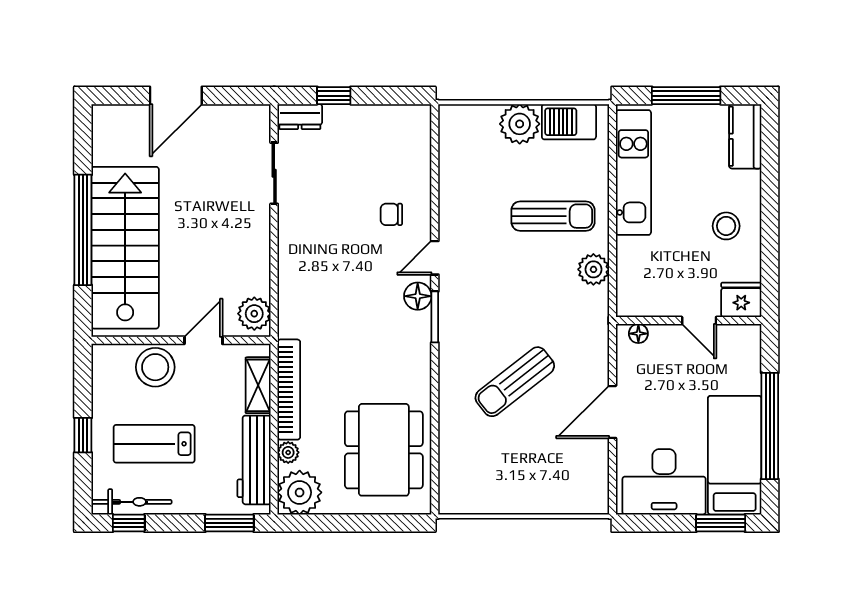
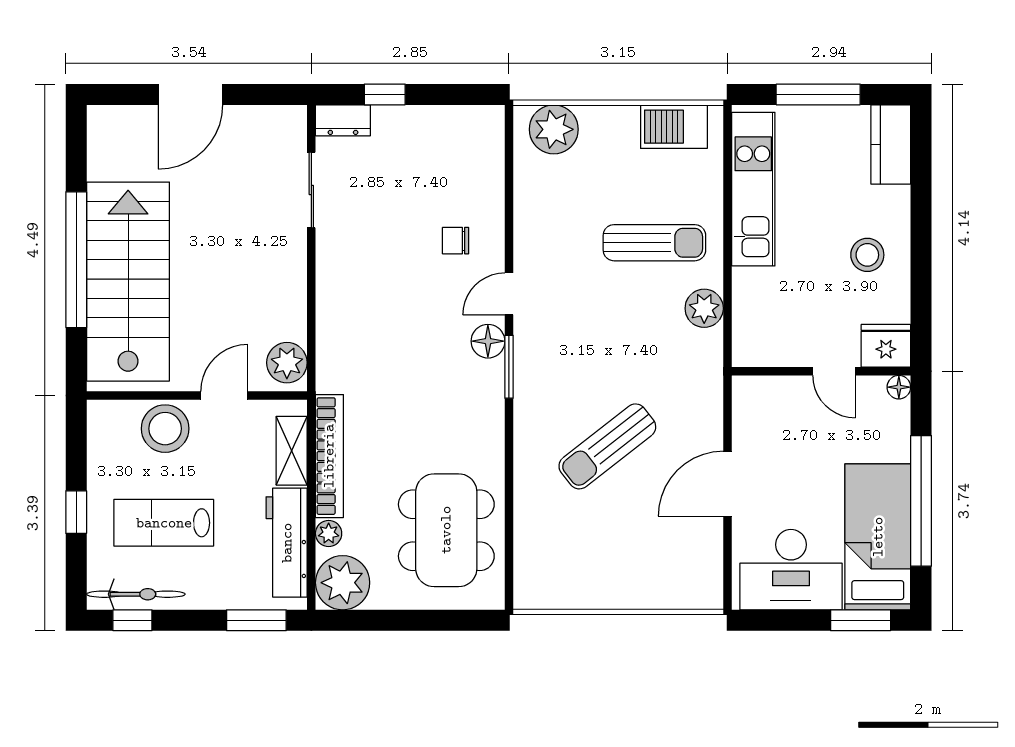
plant: (520, 124) -> (554, 129), moved
floor lamp: (638, 334) -> (899, 387), moved

